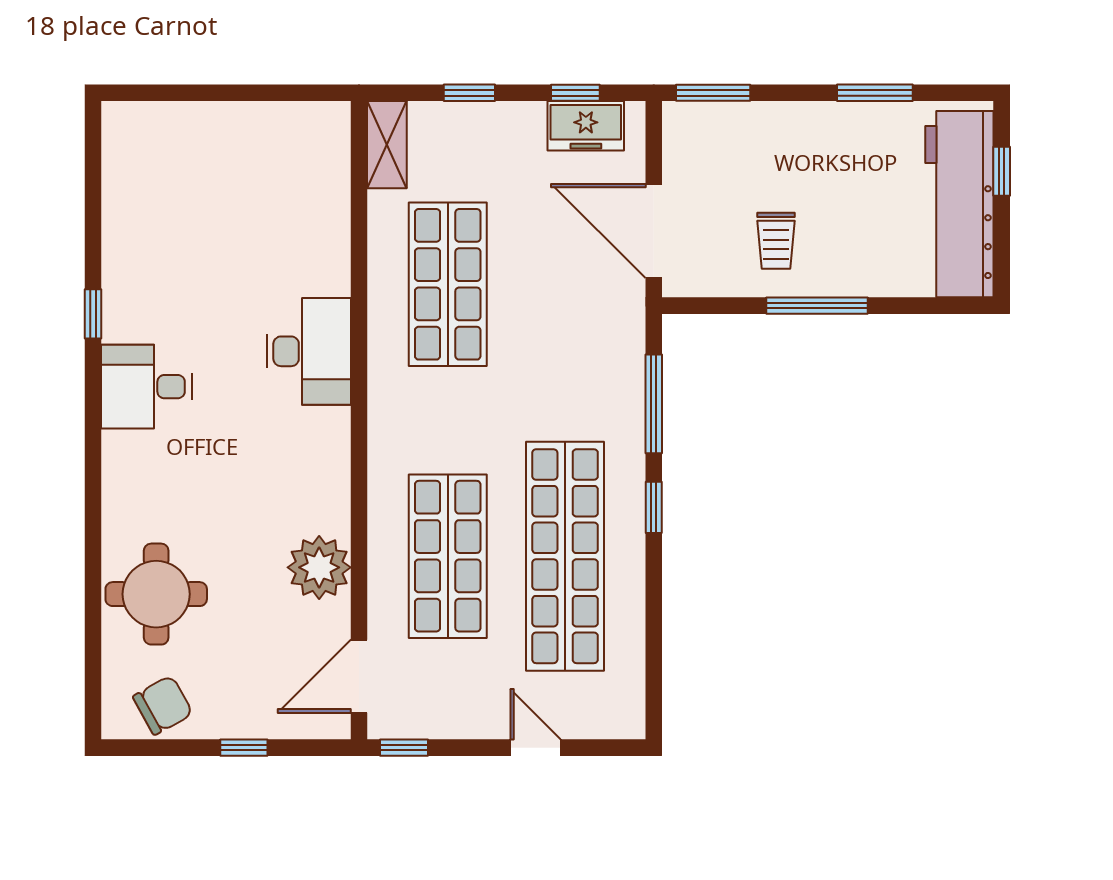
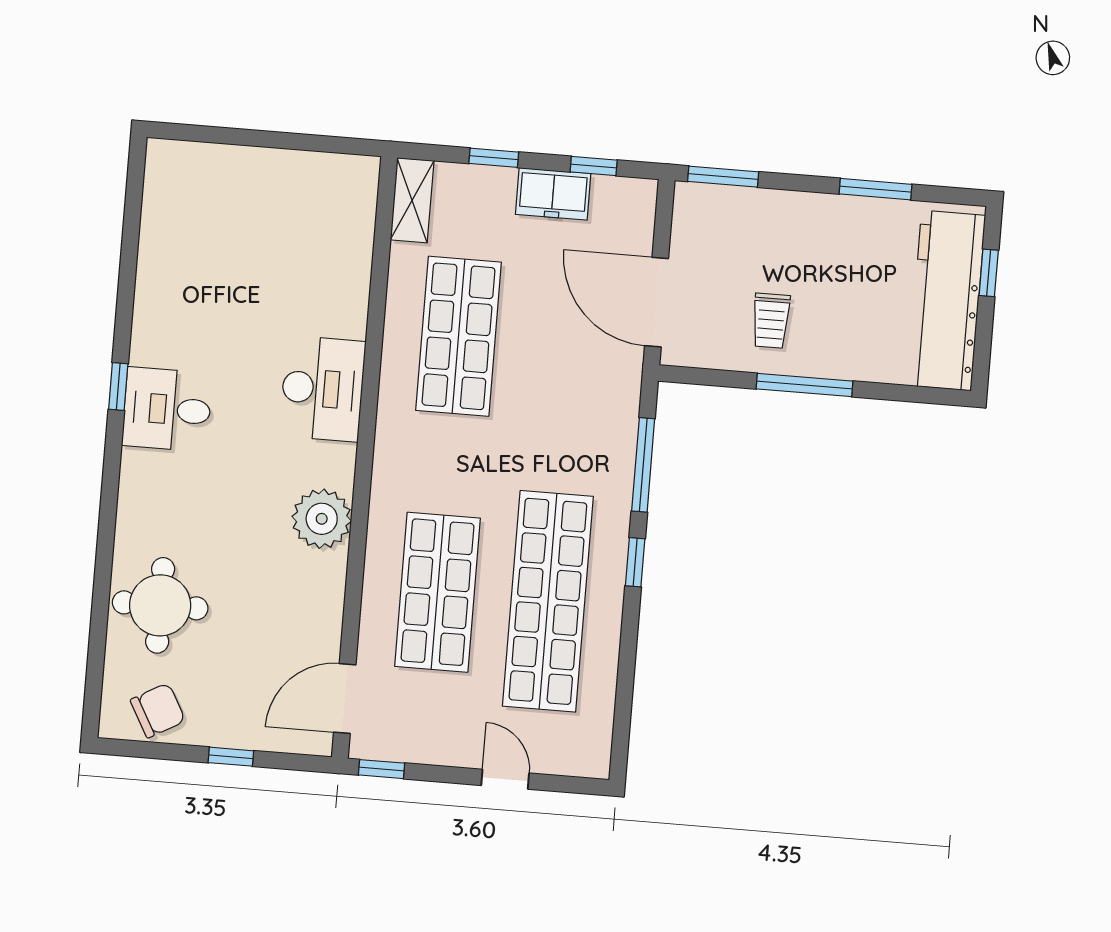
freezer: (586, 126) -> (553, 194), moved
window: (93, 314) -> (118, 386), moved
plant: (319, 567) -> (322, 519), moved

